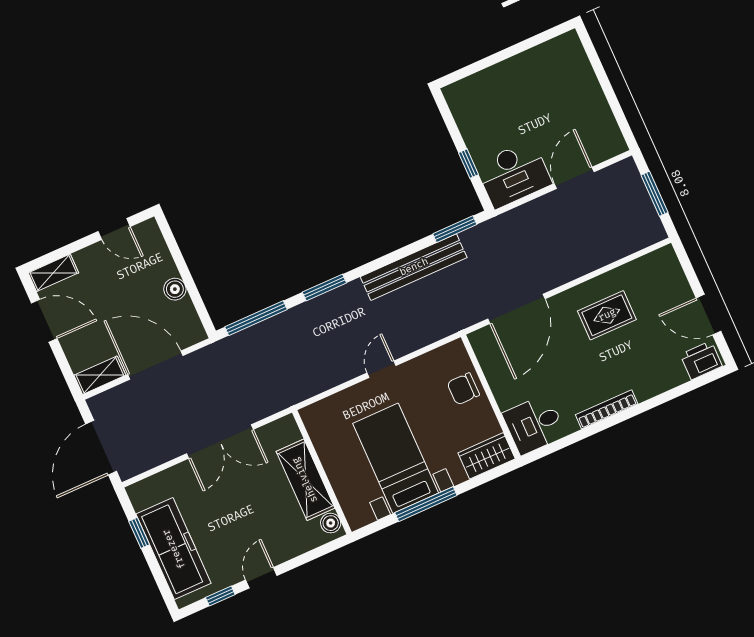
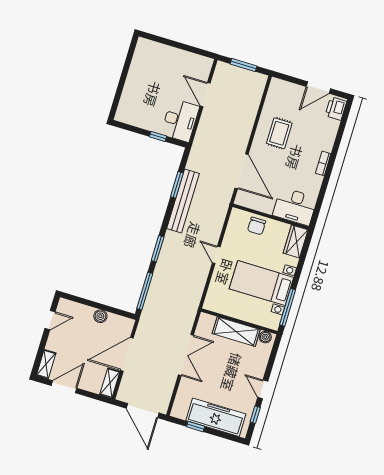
window: (455, 229) -> (177, 185), moved
bookcase: (607, 409) -> (323, 163), width x0.64
desk: (534, 424) -> (295, 206), width x1.37
window: (426, 504) -> (288, 307), moved

